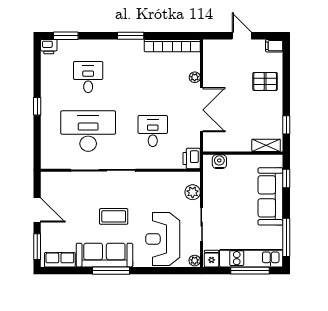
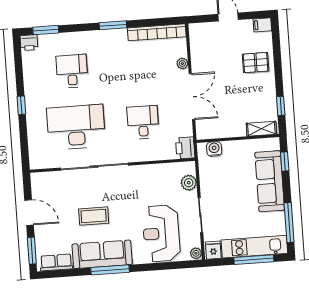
coffee table: (114, 216) -> (94, 216), moved

